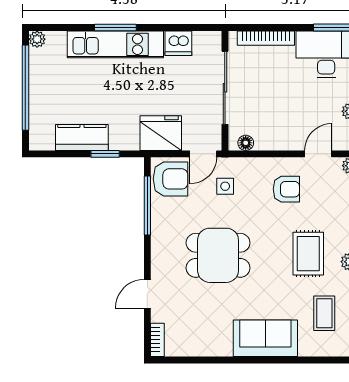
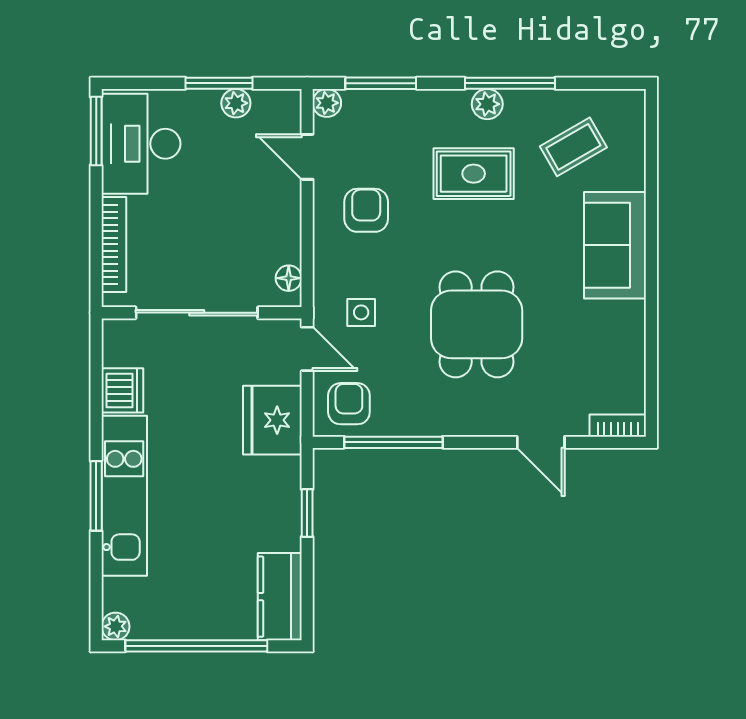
kitchen counter: (82, 137) -> (280, 597), moved
armchair: (171, 179) -> (349, 404), width x0.72, depth x0.72
coffee table: (324, 313) -> (573, 147), turned -30

